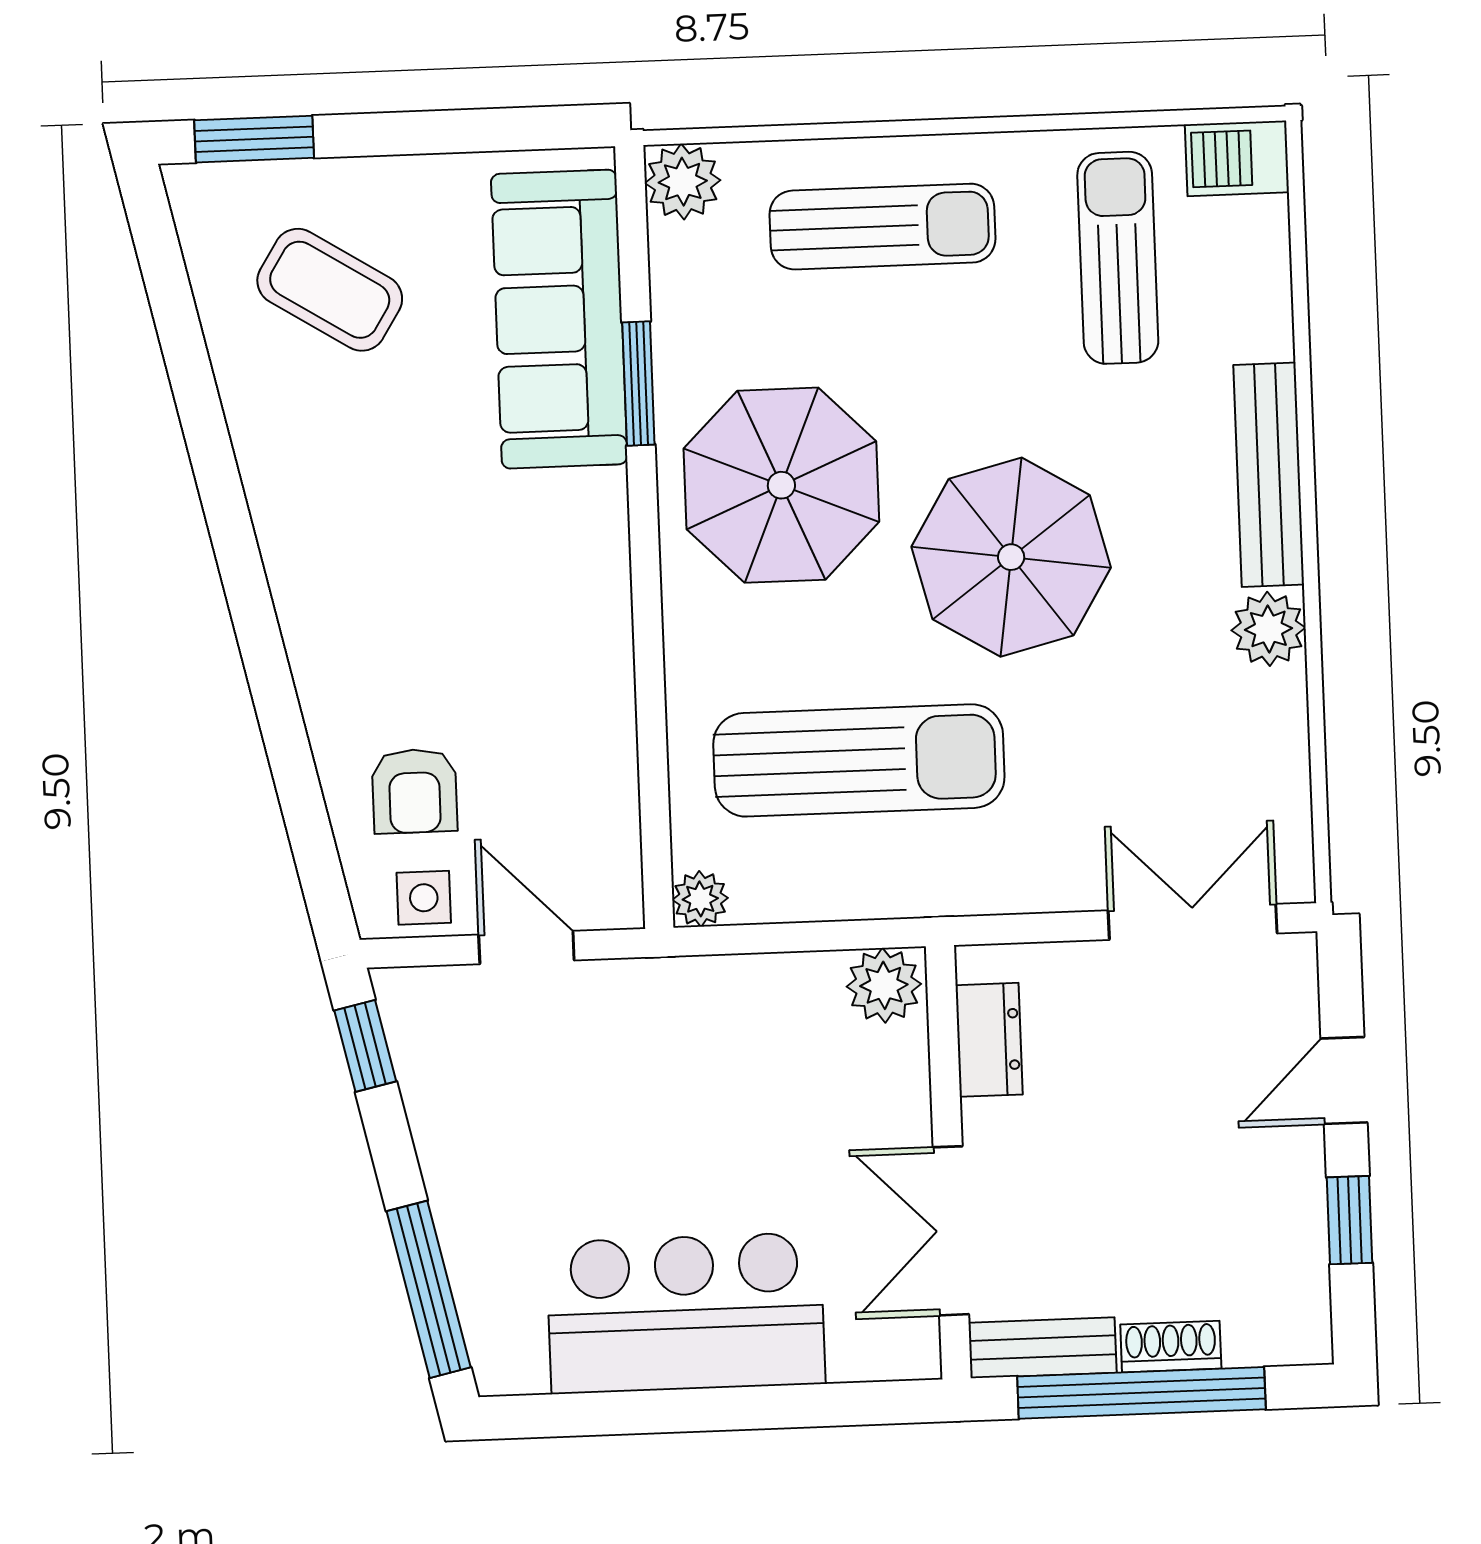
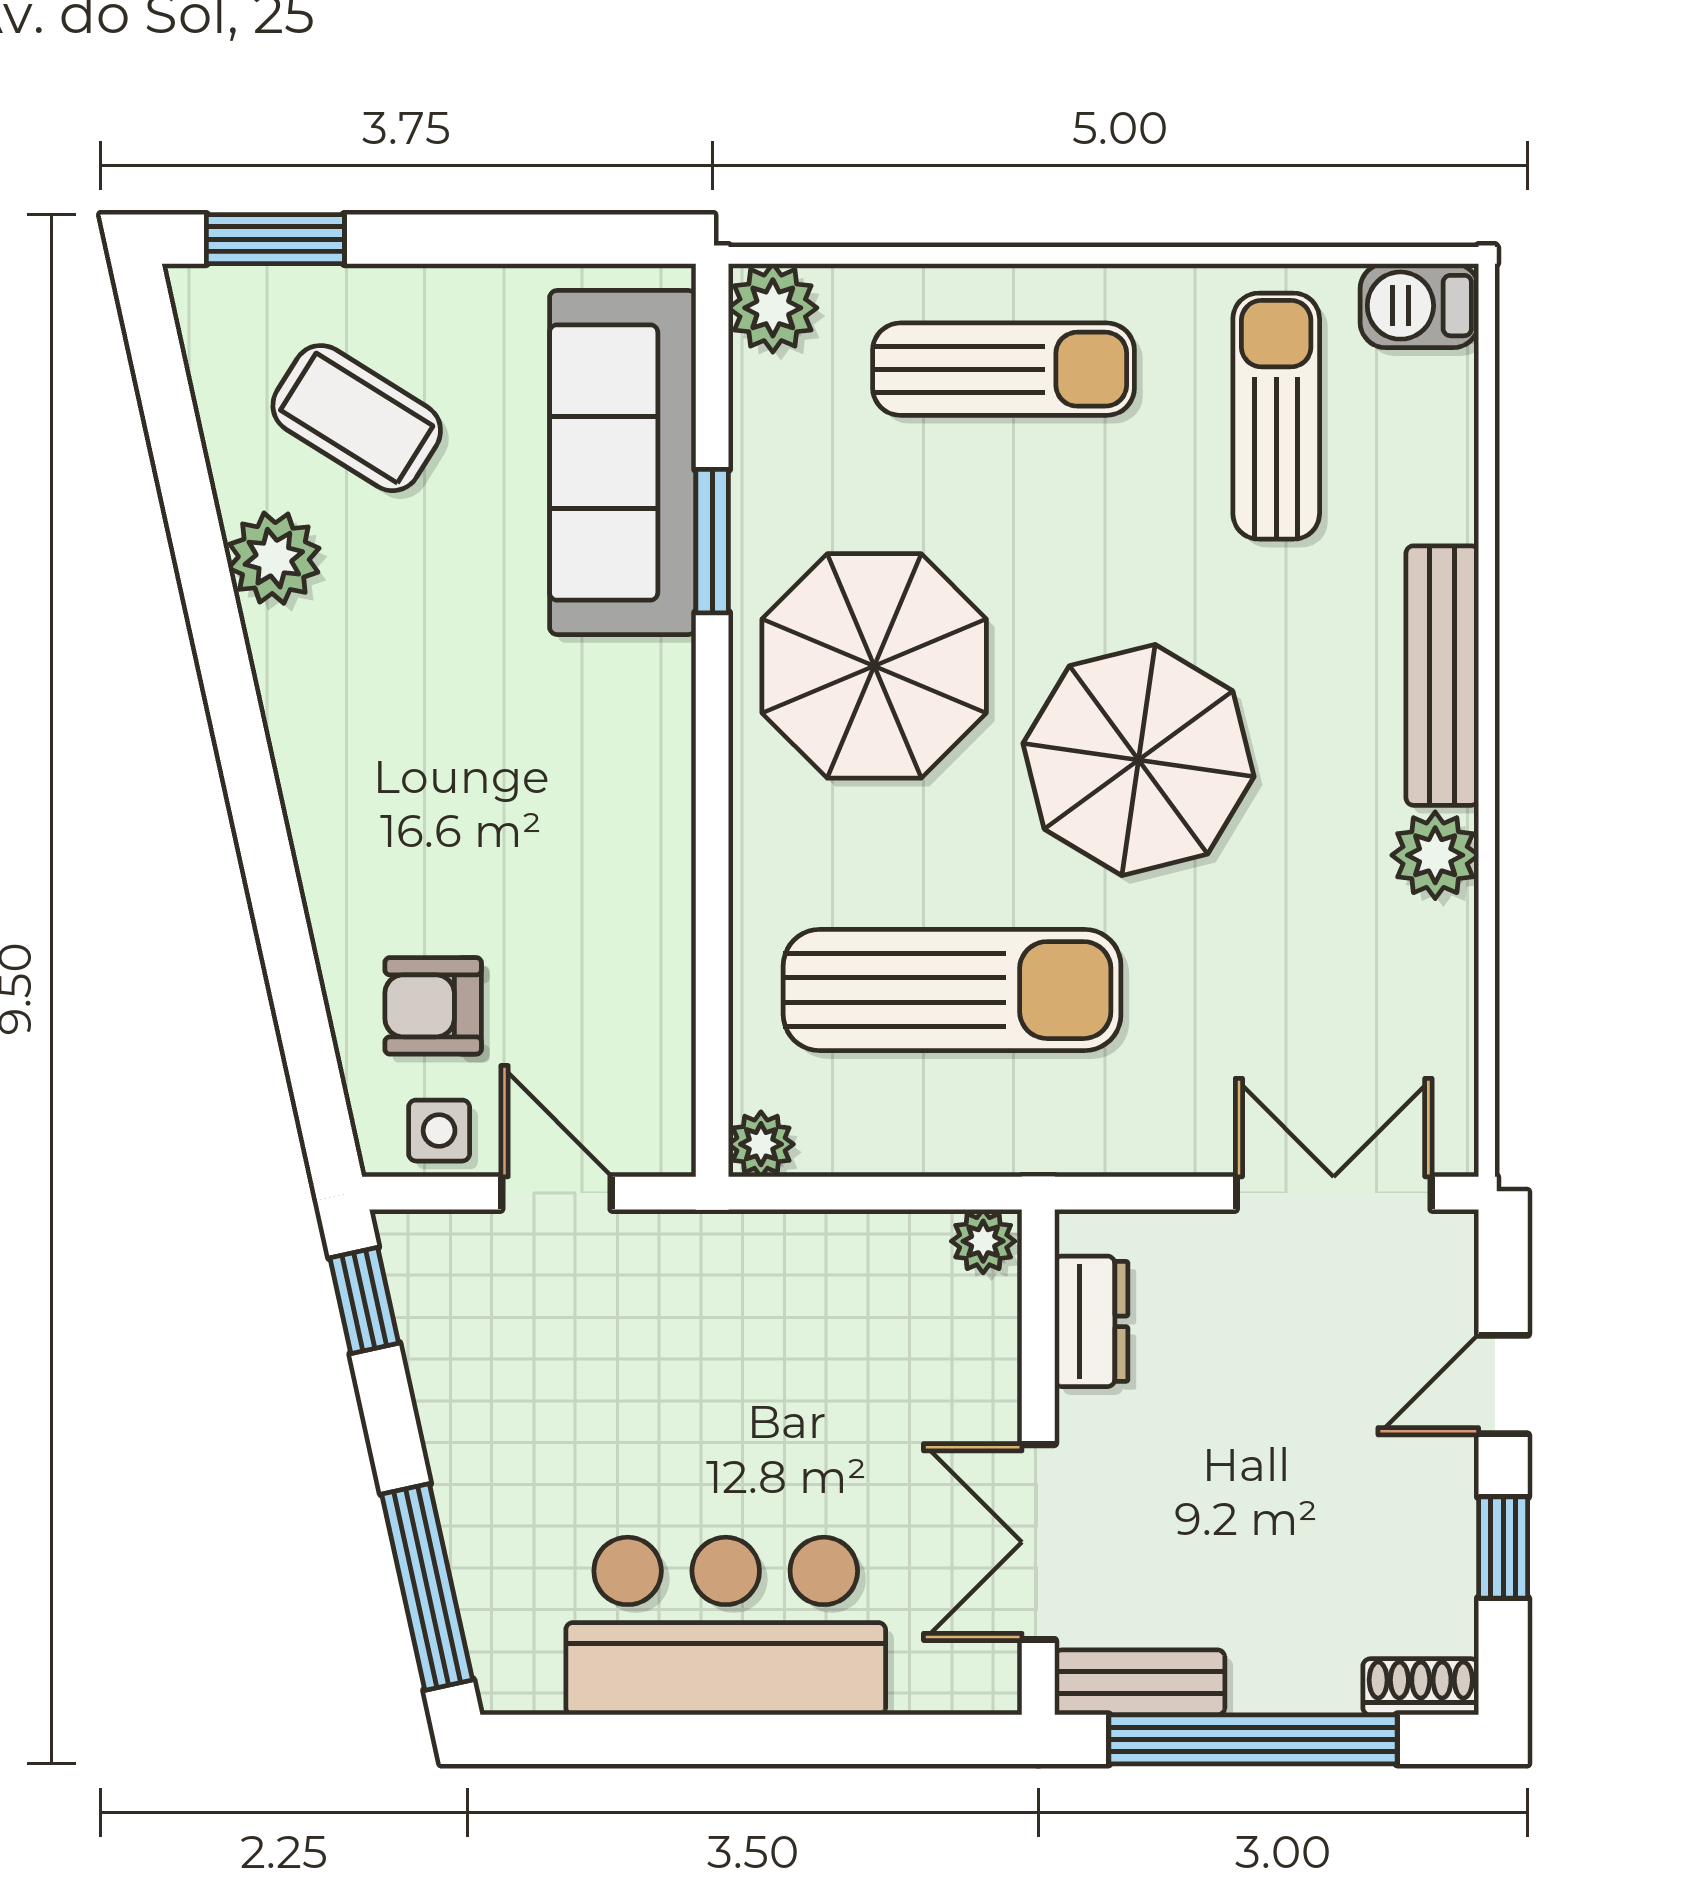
plant: (263, 413) -> (274, 558), added
armchair: (415, 791) -> (433, 1006), turned 90
plant: (884, 985) -> (983, 1241), width x0.73, depth x0.73
shoe rack: (1171, 1347) -> (1421, 1687), moved

